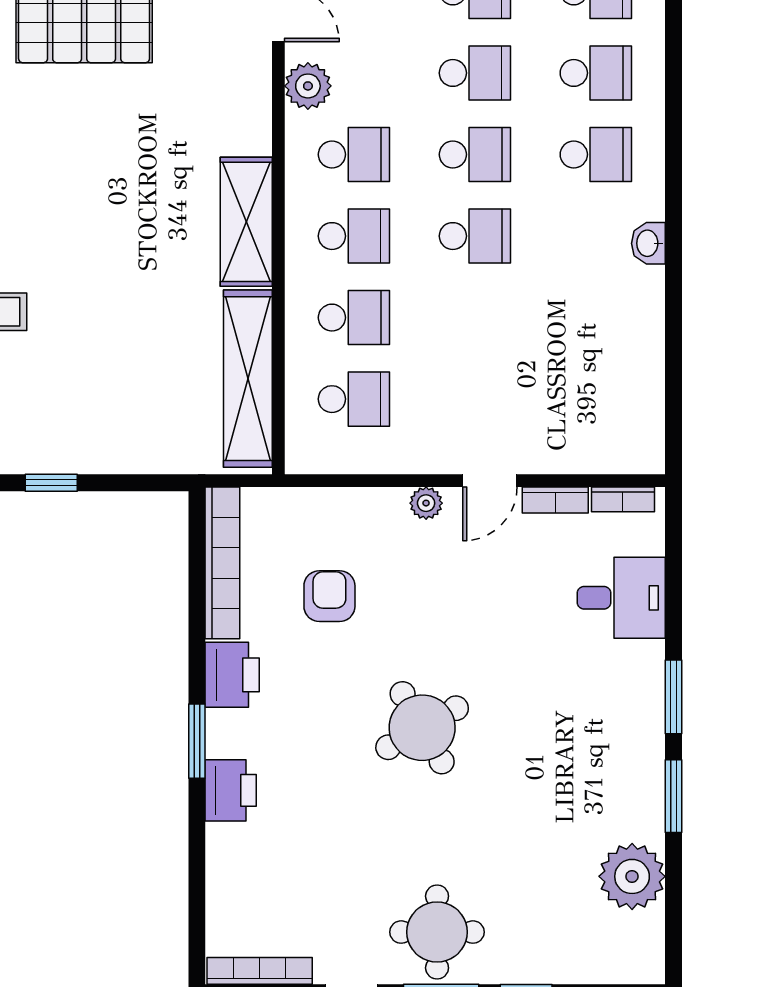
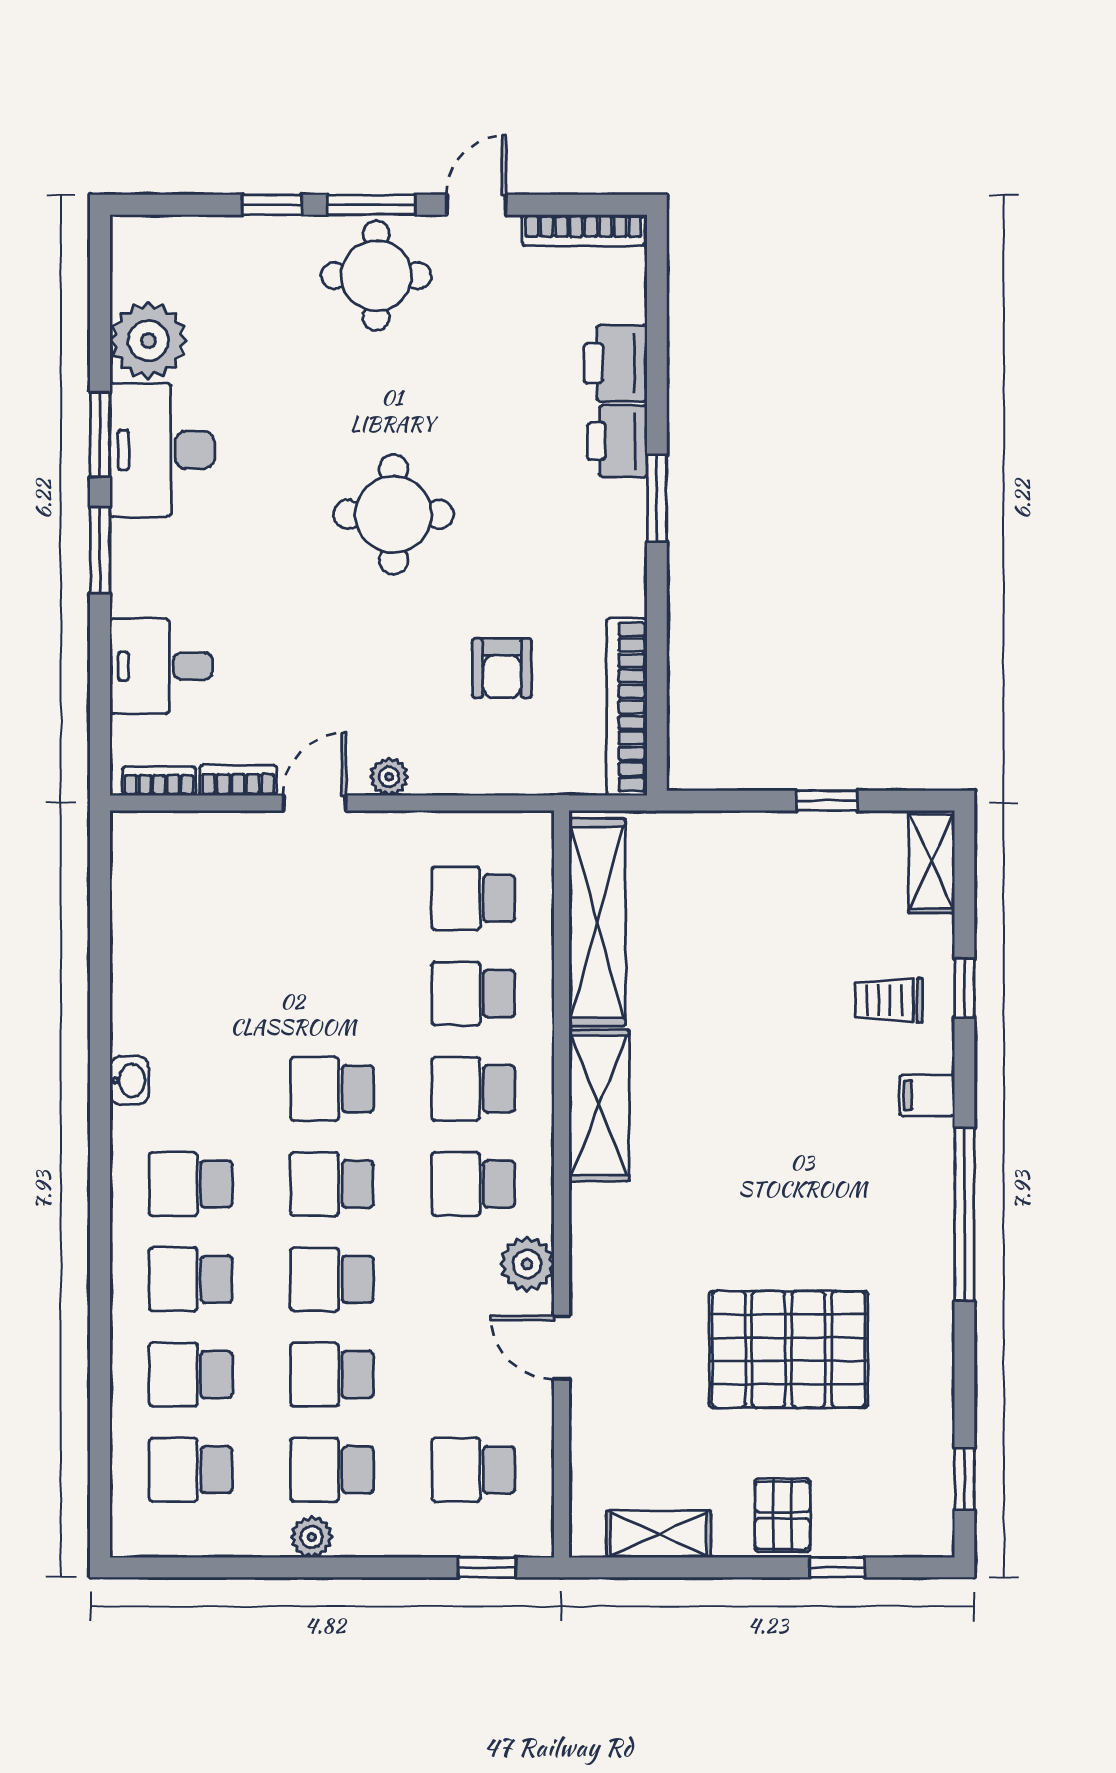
printer: (232, 675) -> (616, 363), moved
round table: (422, 728) -> (394, 514), turned 30
desk: (620, 783) -> (162, 450), added

